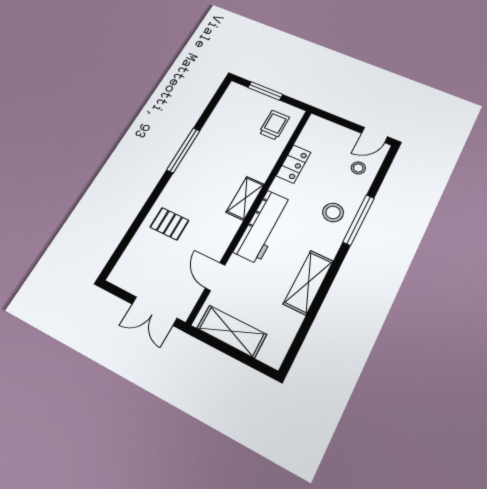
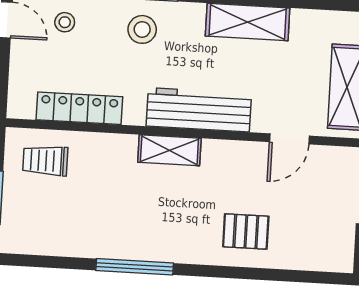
locker: (293, 164) -> (79, 108), width x1.53
pallet: (169, 224) -> (246, 231), turned 90

